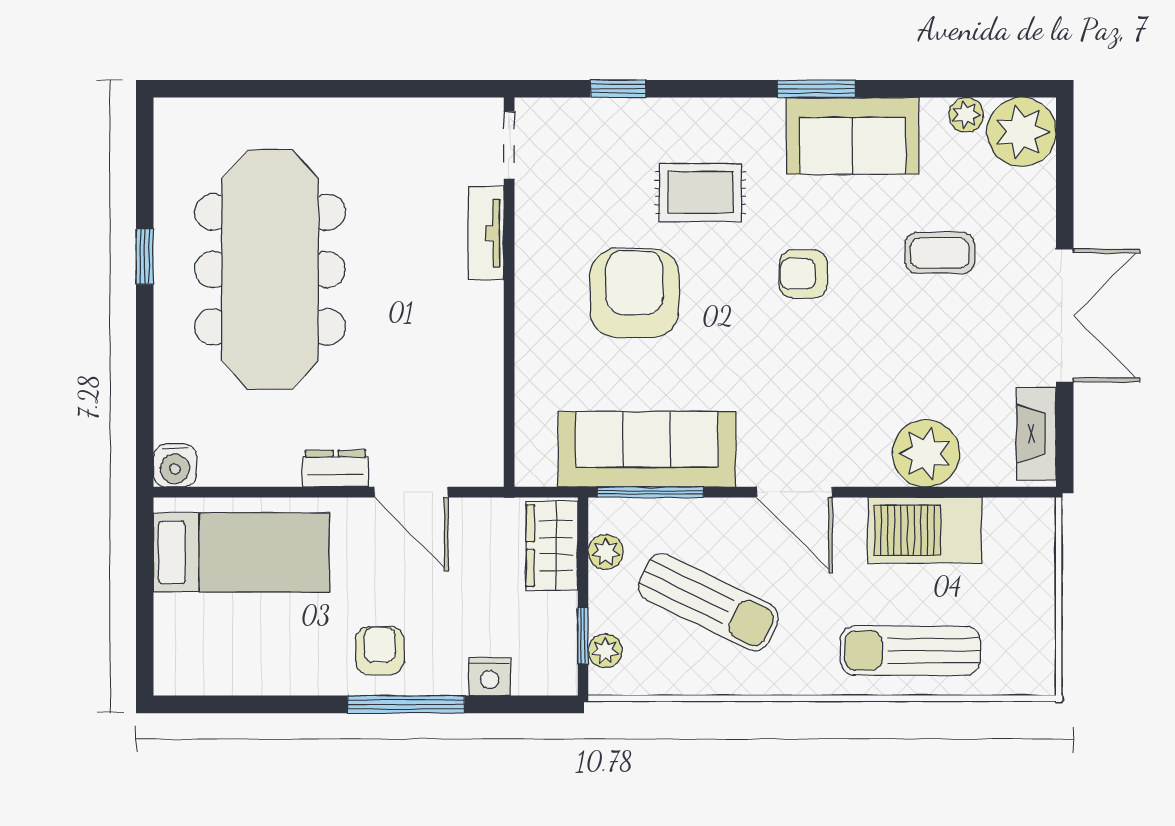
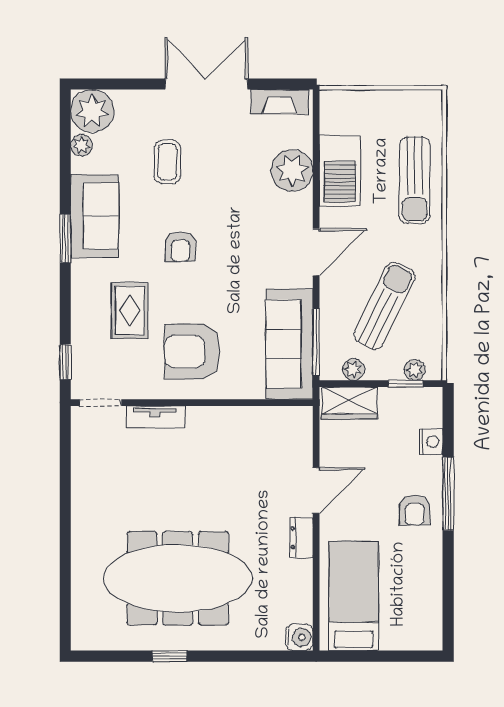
doorway: (509, 145) -> (100, 403), moved
tv unit: (486, 233) -> (155, 417), moved
wall: (509, 292) -> (192, 403), moved
armchair: (380, 651) -> (415, 510), turned -90

